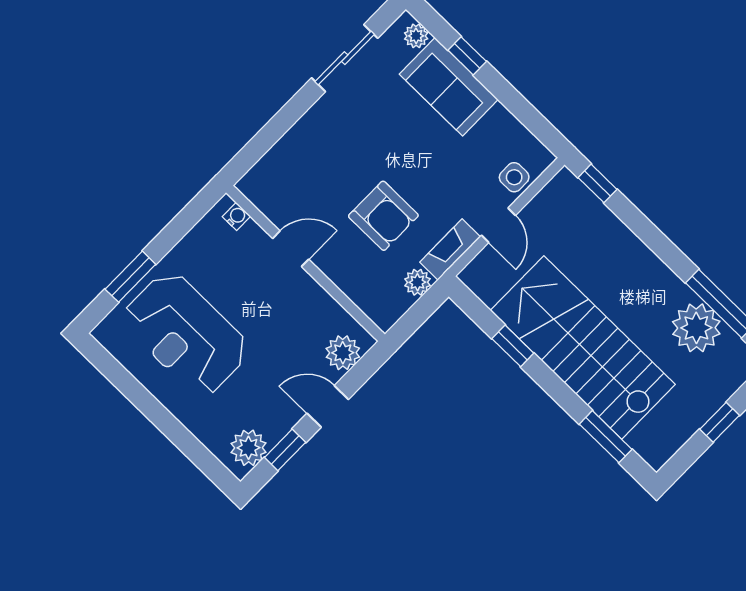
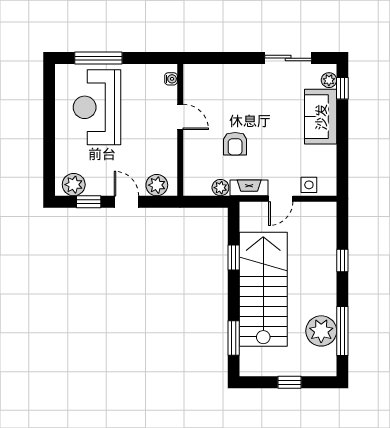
window: (467, 56) -> (342, 88), moved
window: (598, 183) -> (342, 261), moved
armchair: (383, 216) -> (235, 144), width x0.72, depth x0.72
window: (130, 277) -> (98, 58), width x1.44

